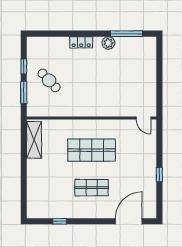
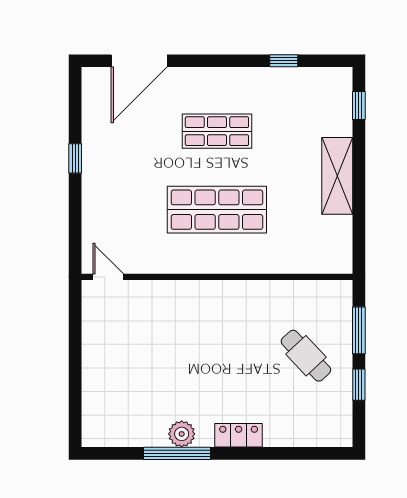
window: (126, 34) -> (177, 453), moved
shelving: (34, 140) -> (337, 176), moved
window: (24, 200) -> (359, 105), added

